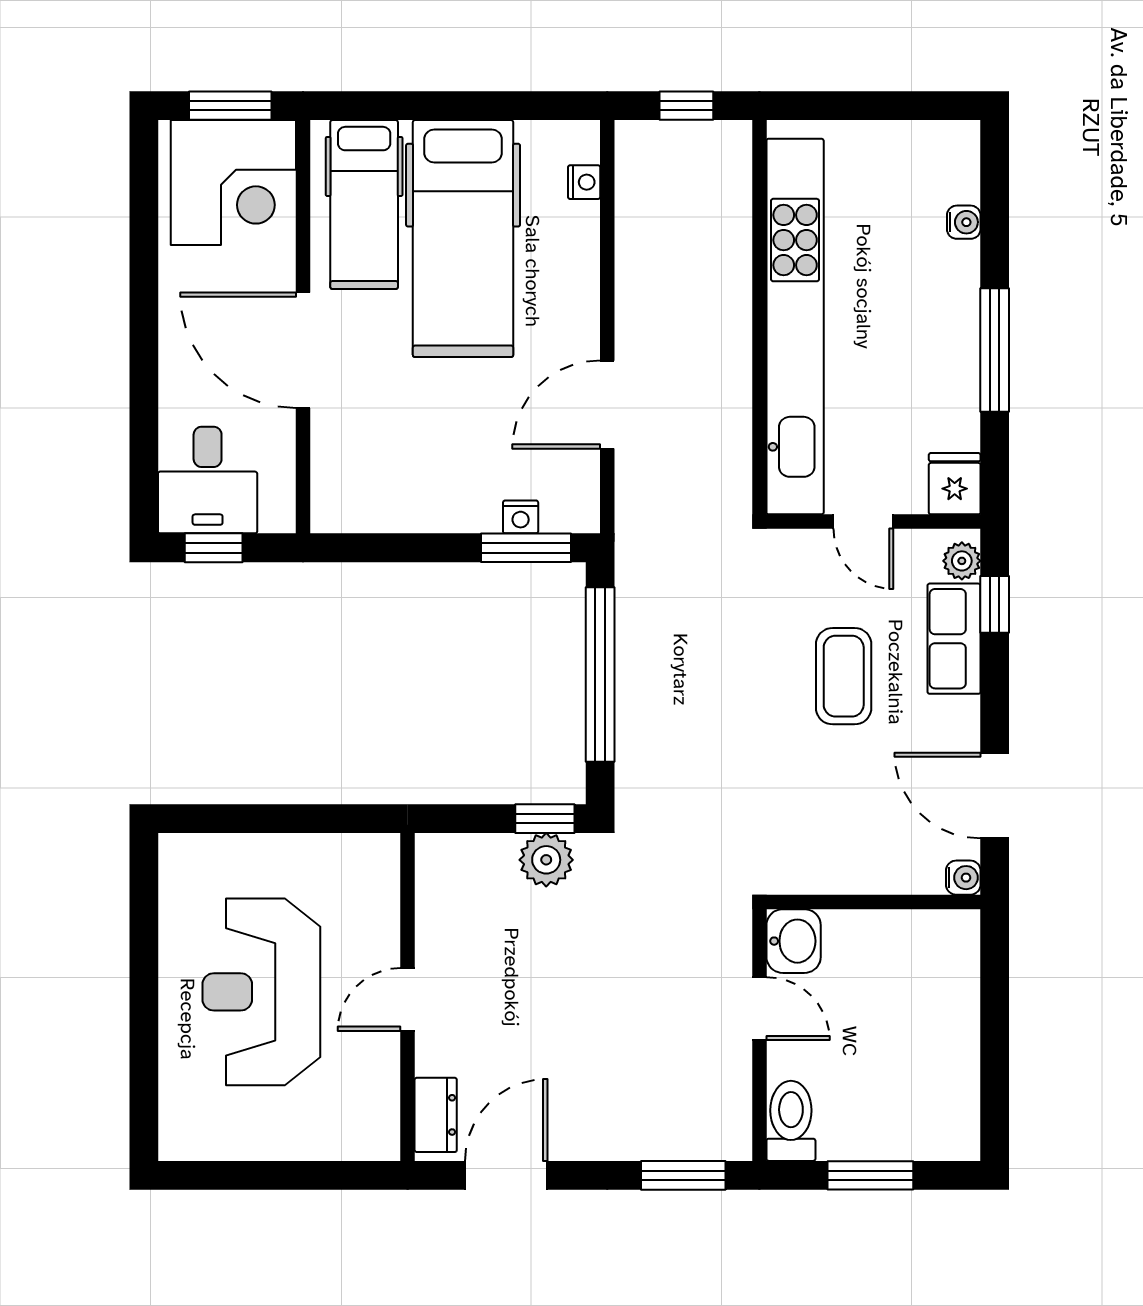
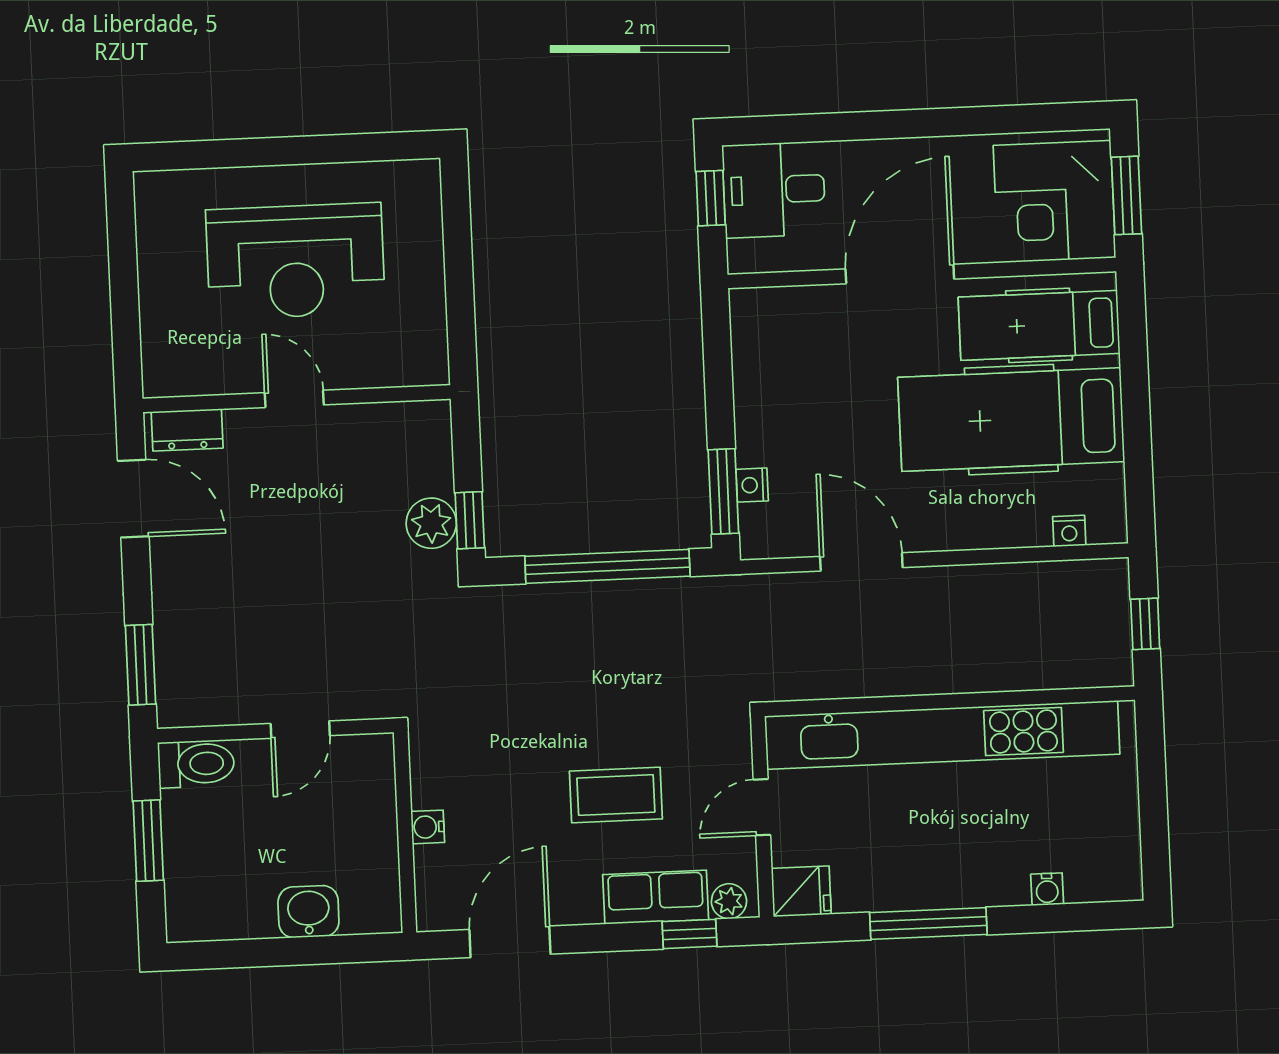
water cooler: (963, 878) -> (428, 827), moved, turned 90
washbasin: (794, 941) -> (308, 912), moved, turned 180
reception desk: (261, 992) -> (296, 261), turned 180

